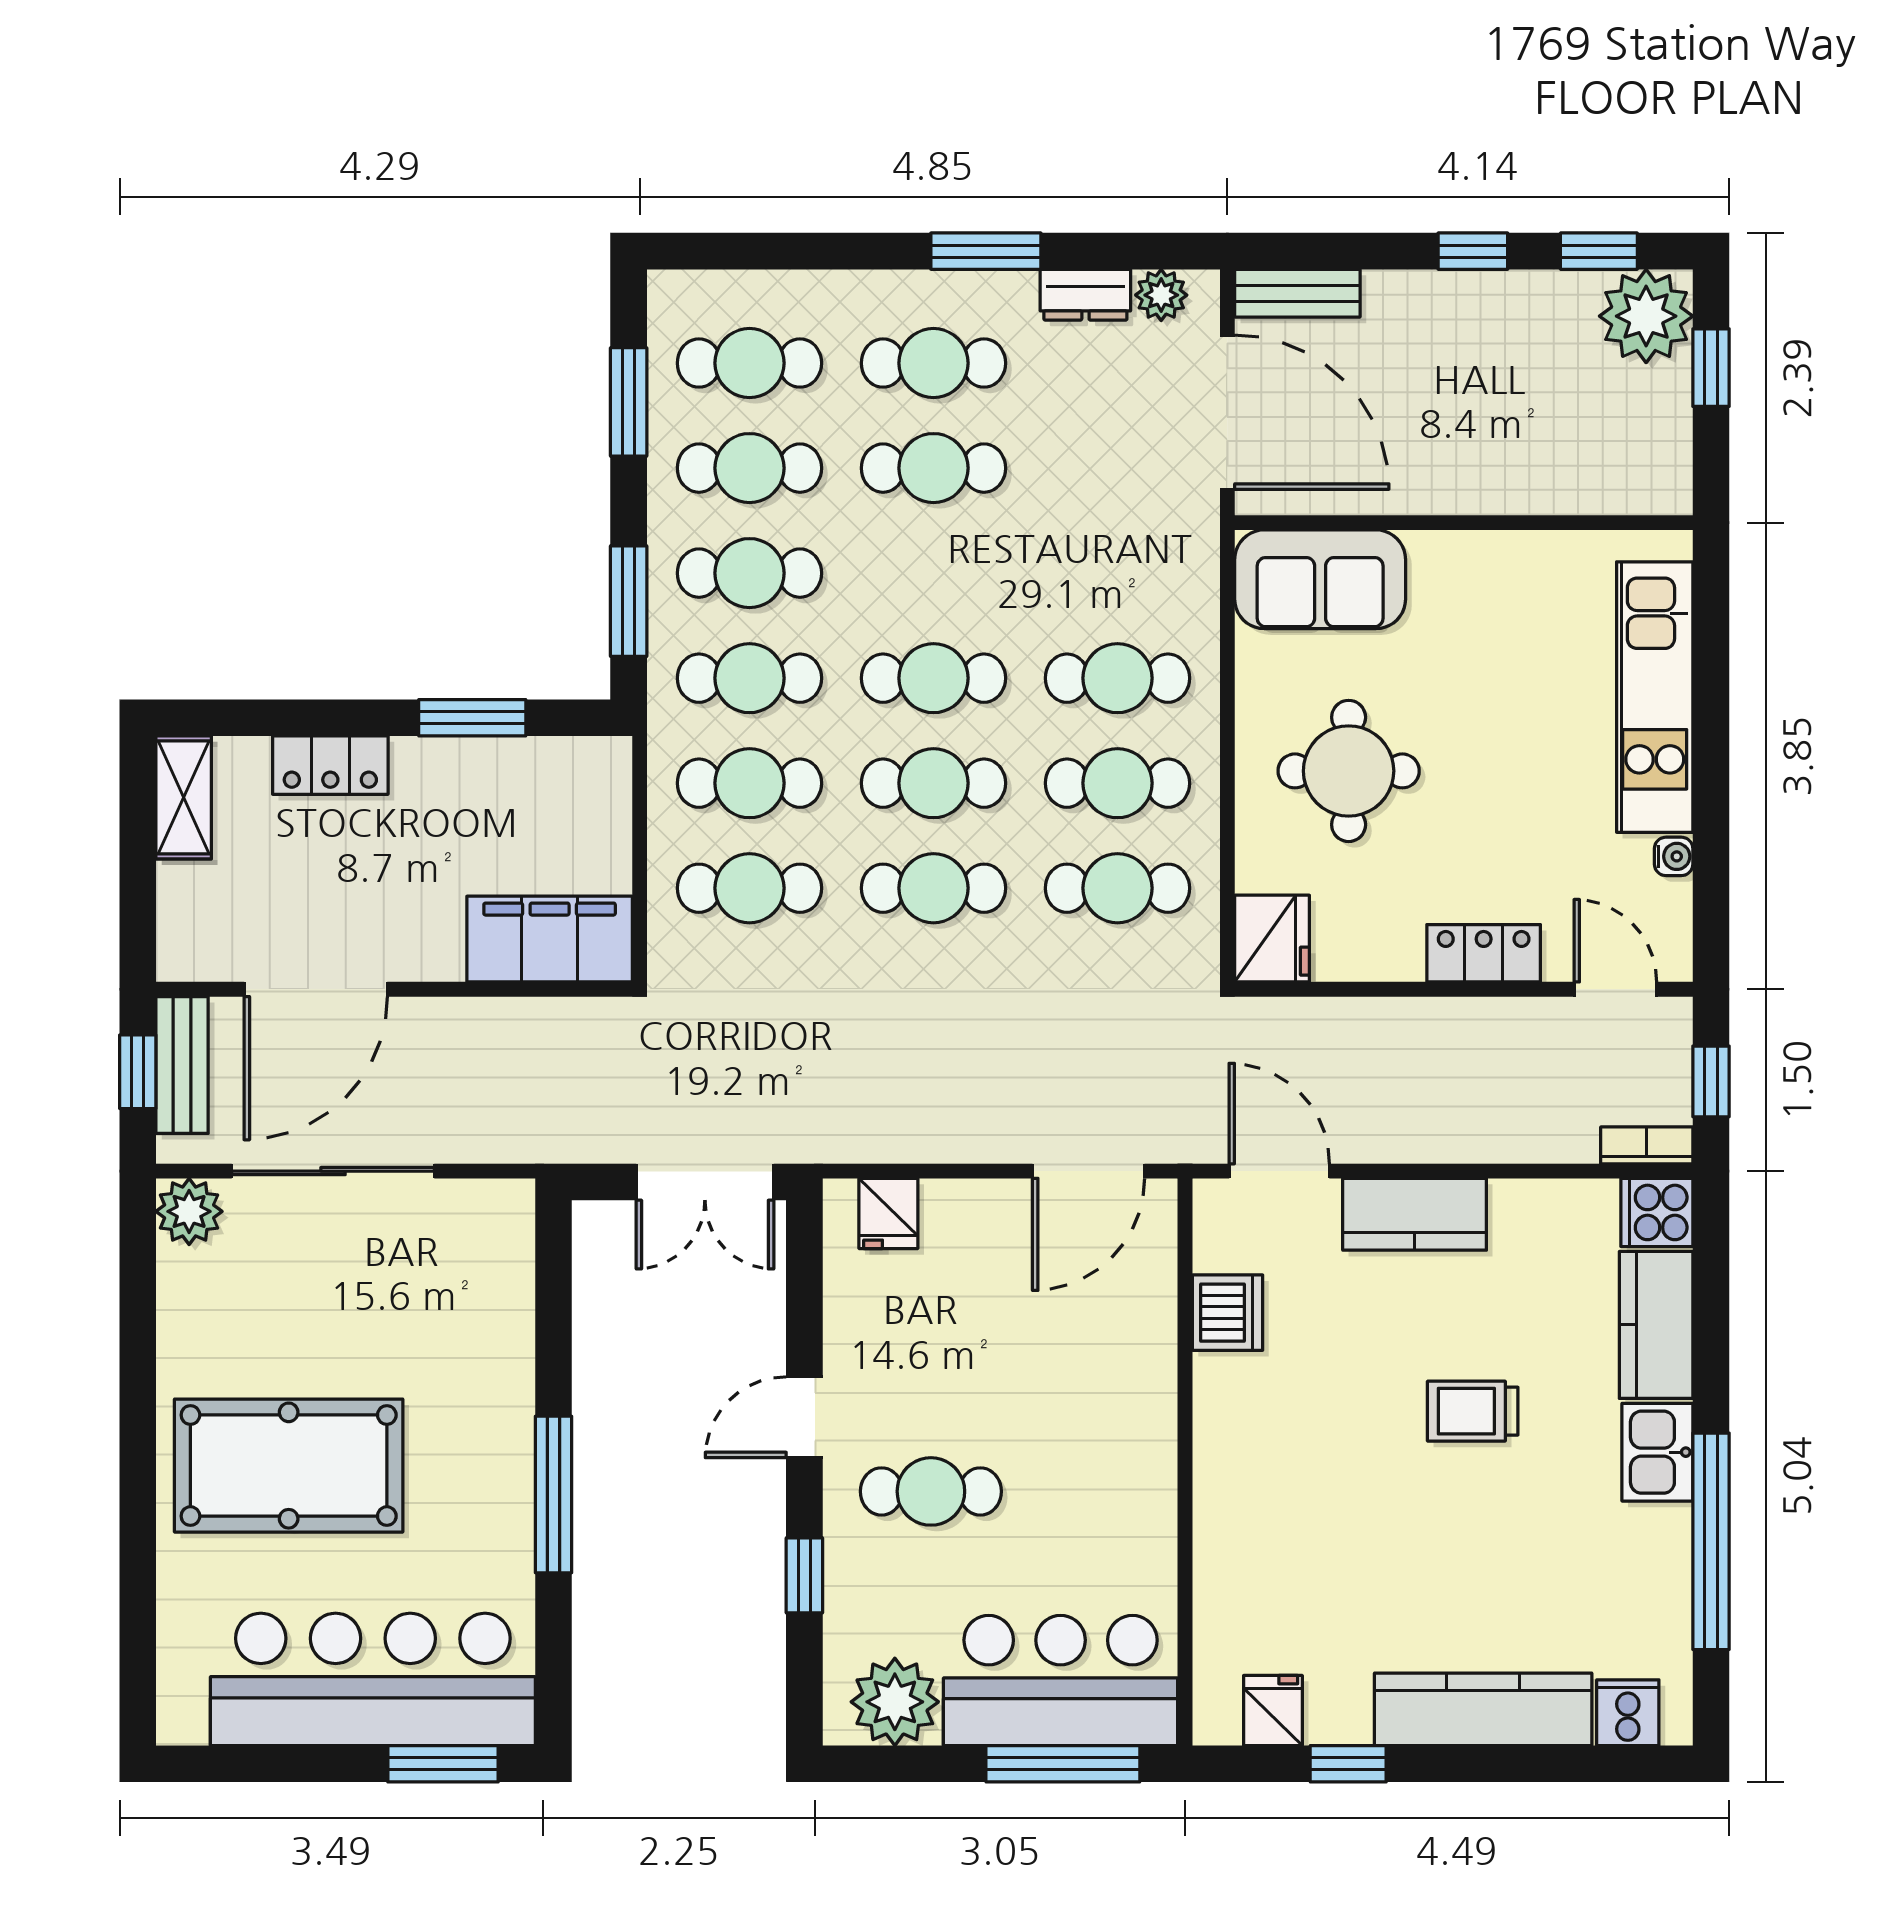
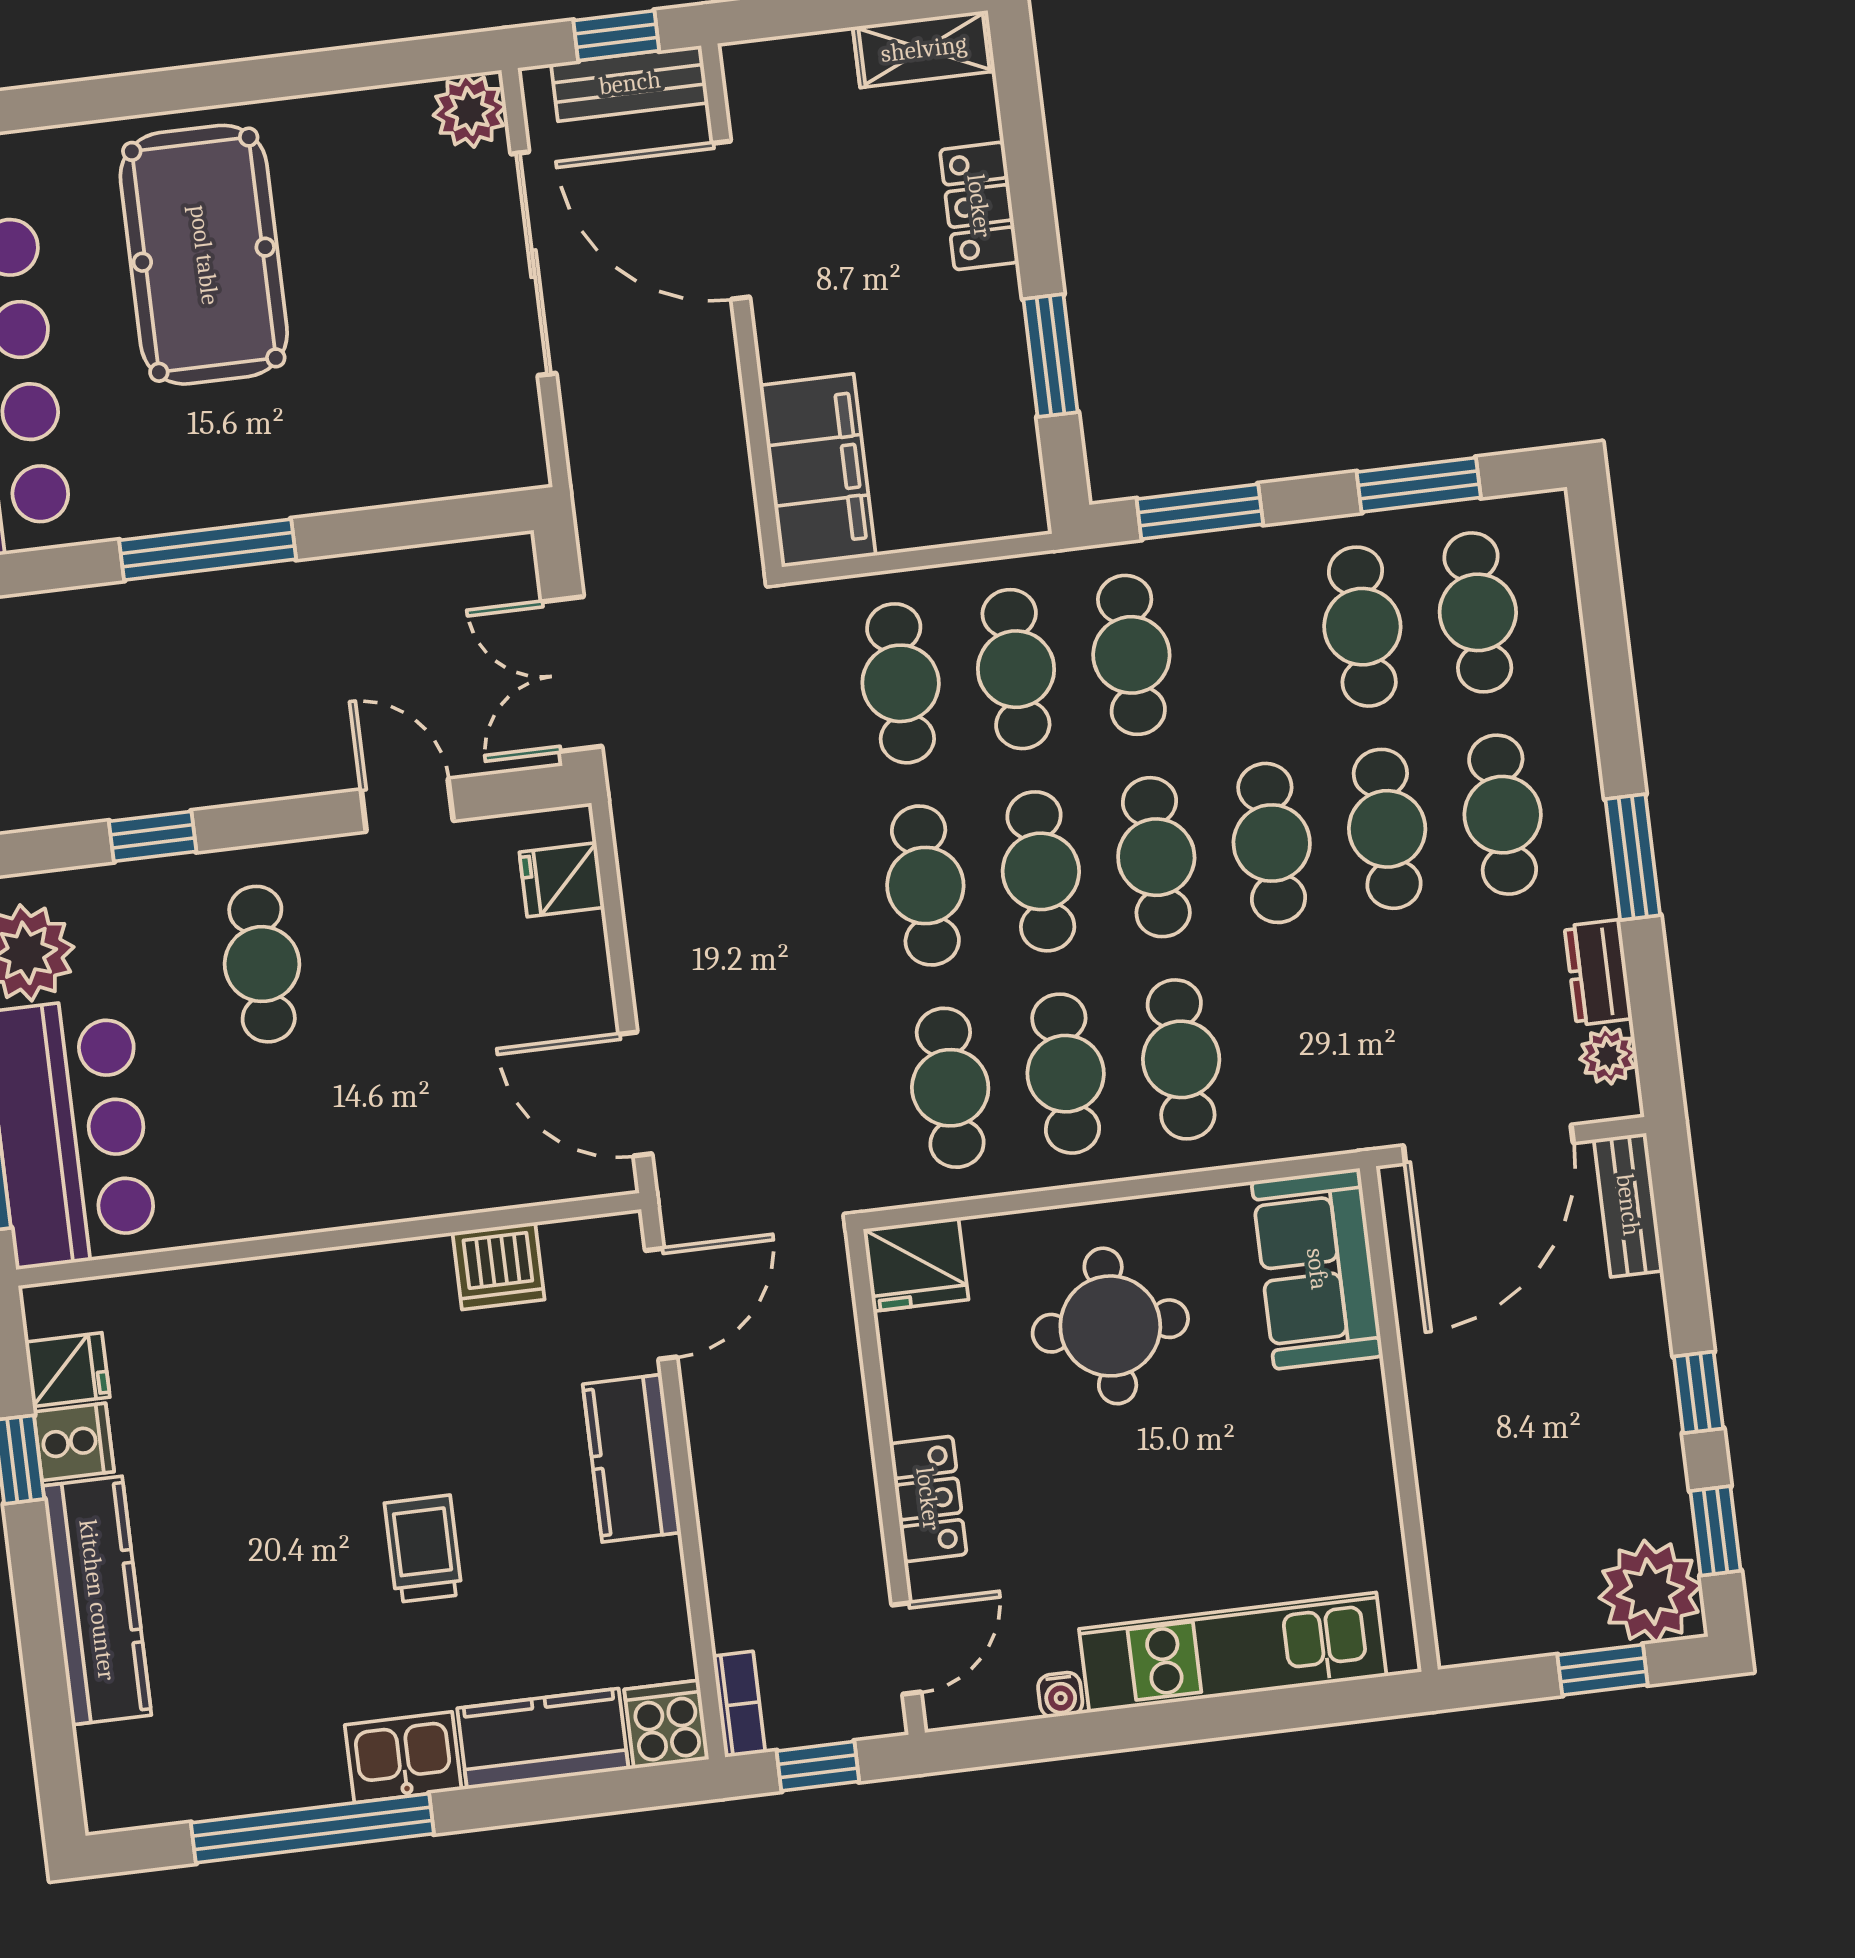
cafe table: (749, 573) -> (1272, 843), moved
door: (804, 1417) -> (407, 805), moved
cooker: (1628, 1713) -> (74, 1442), moved

